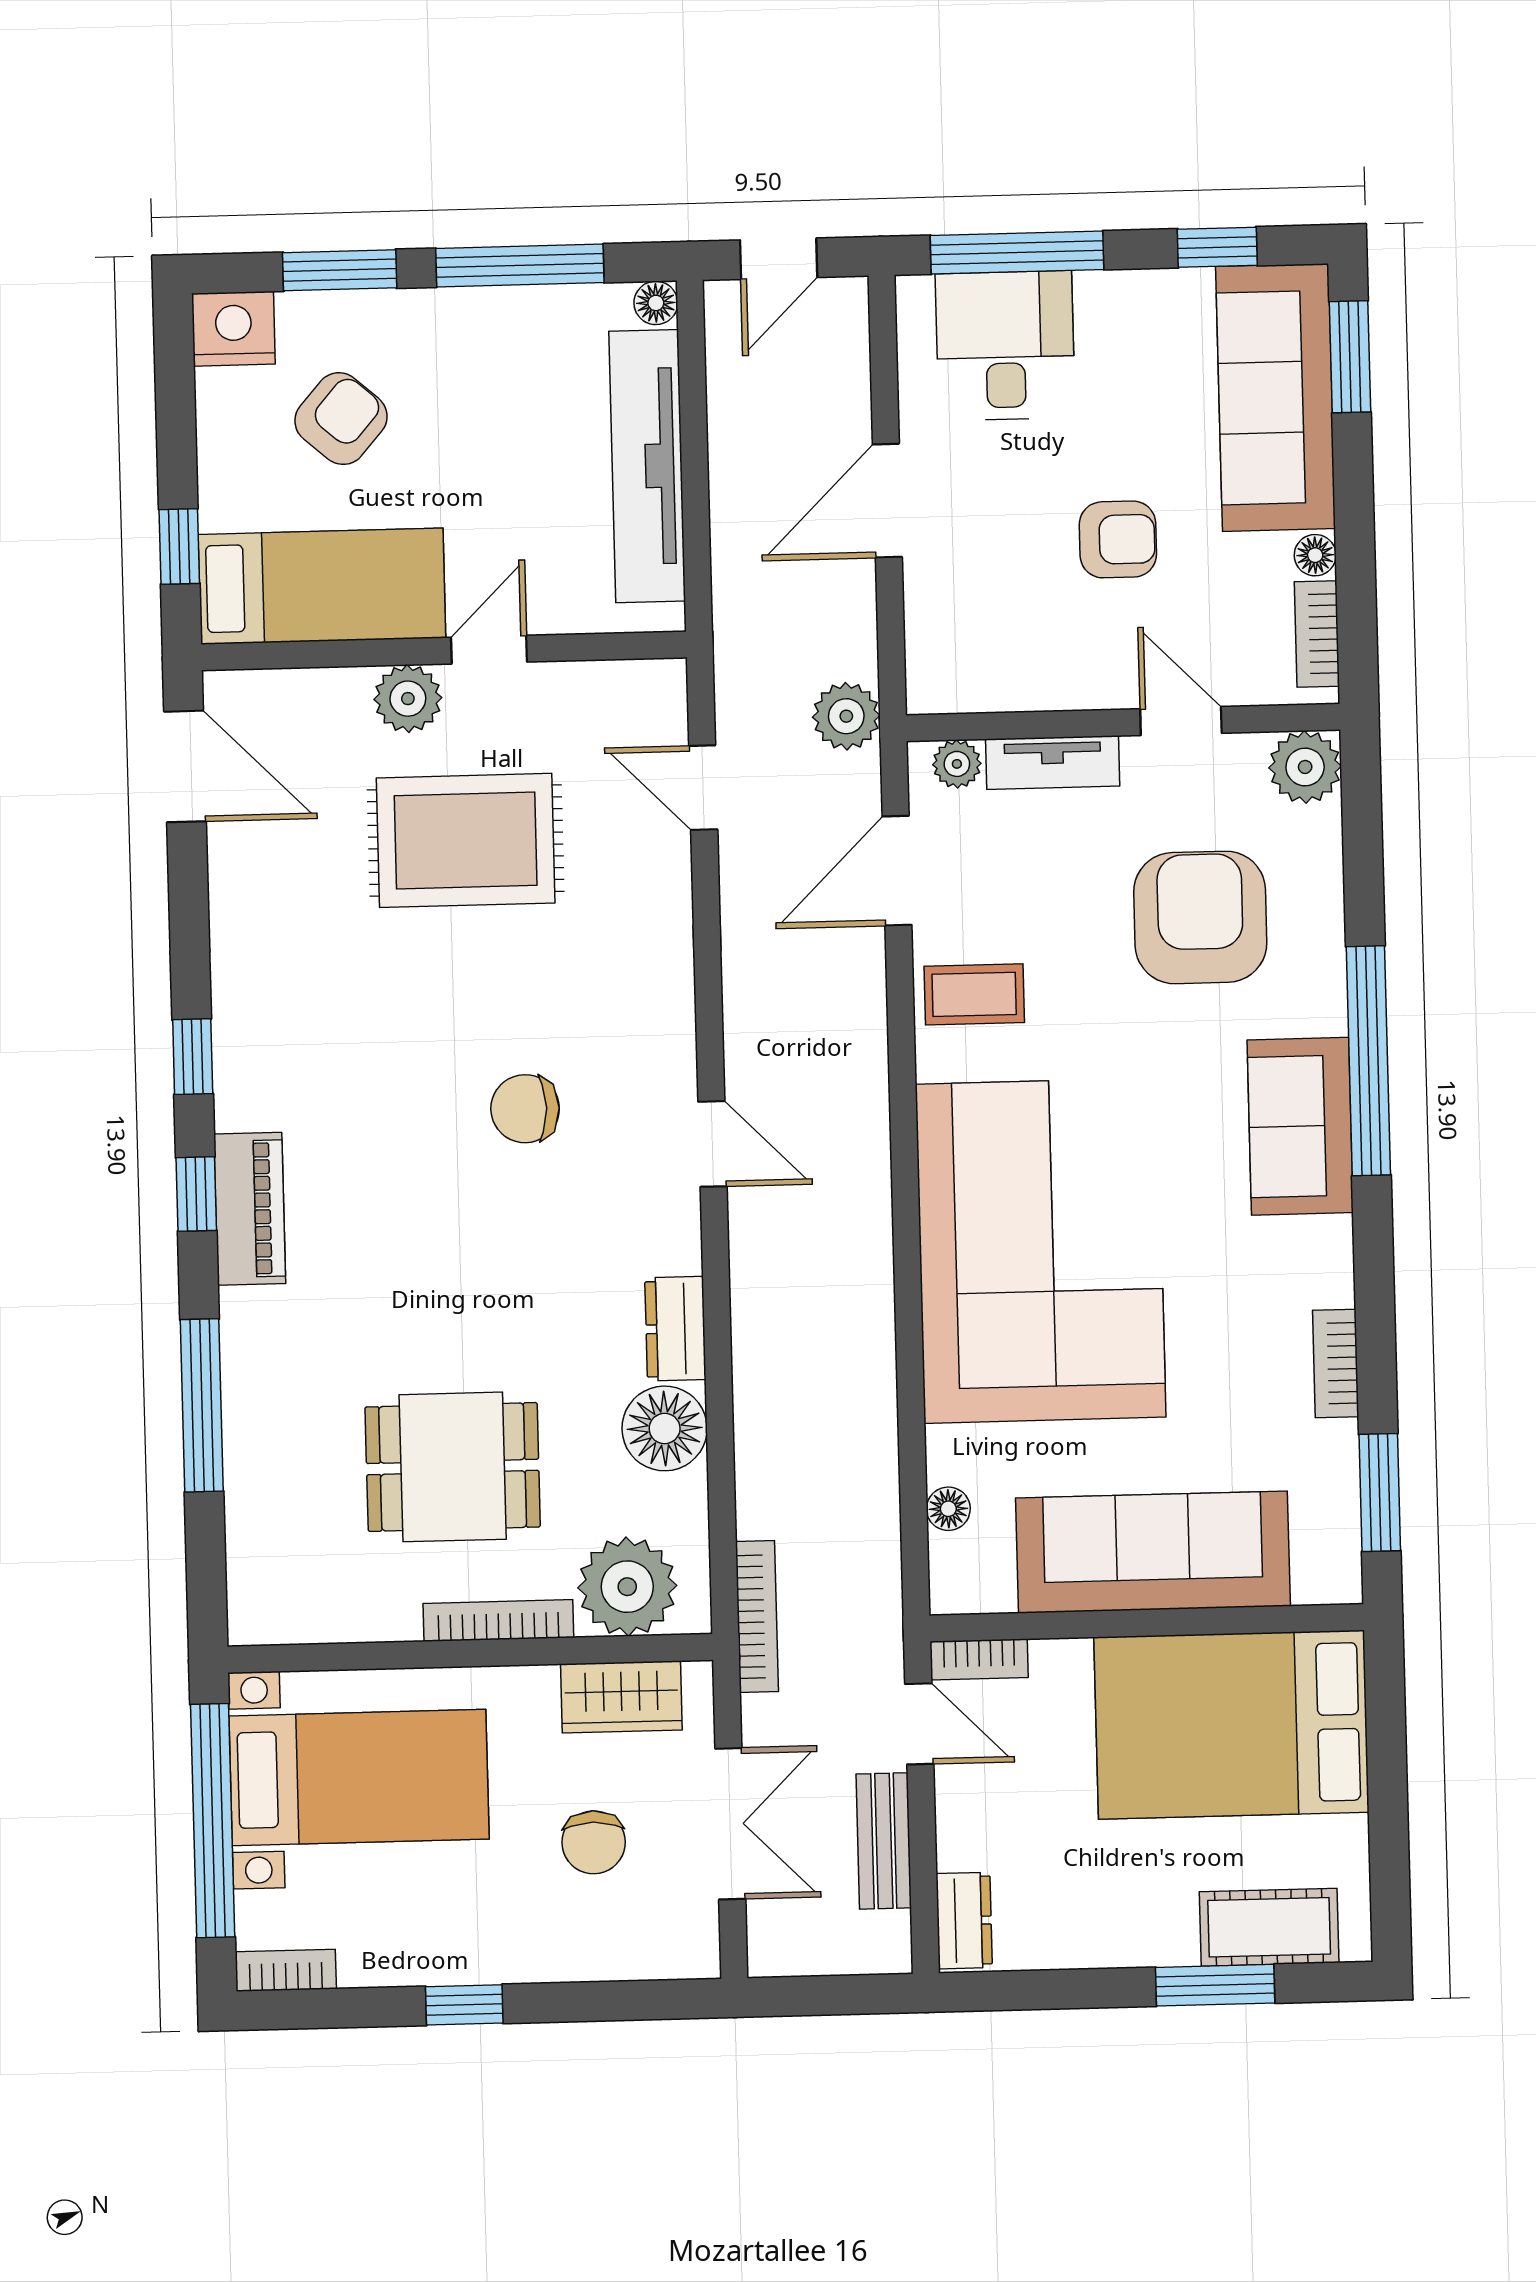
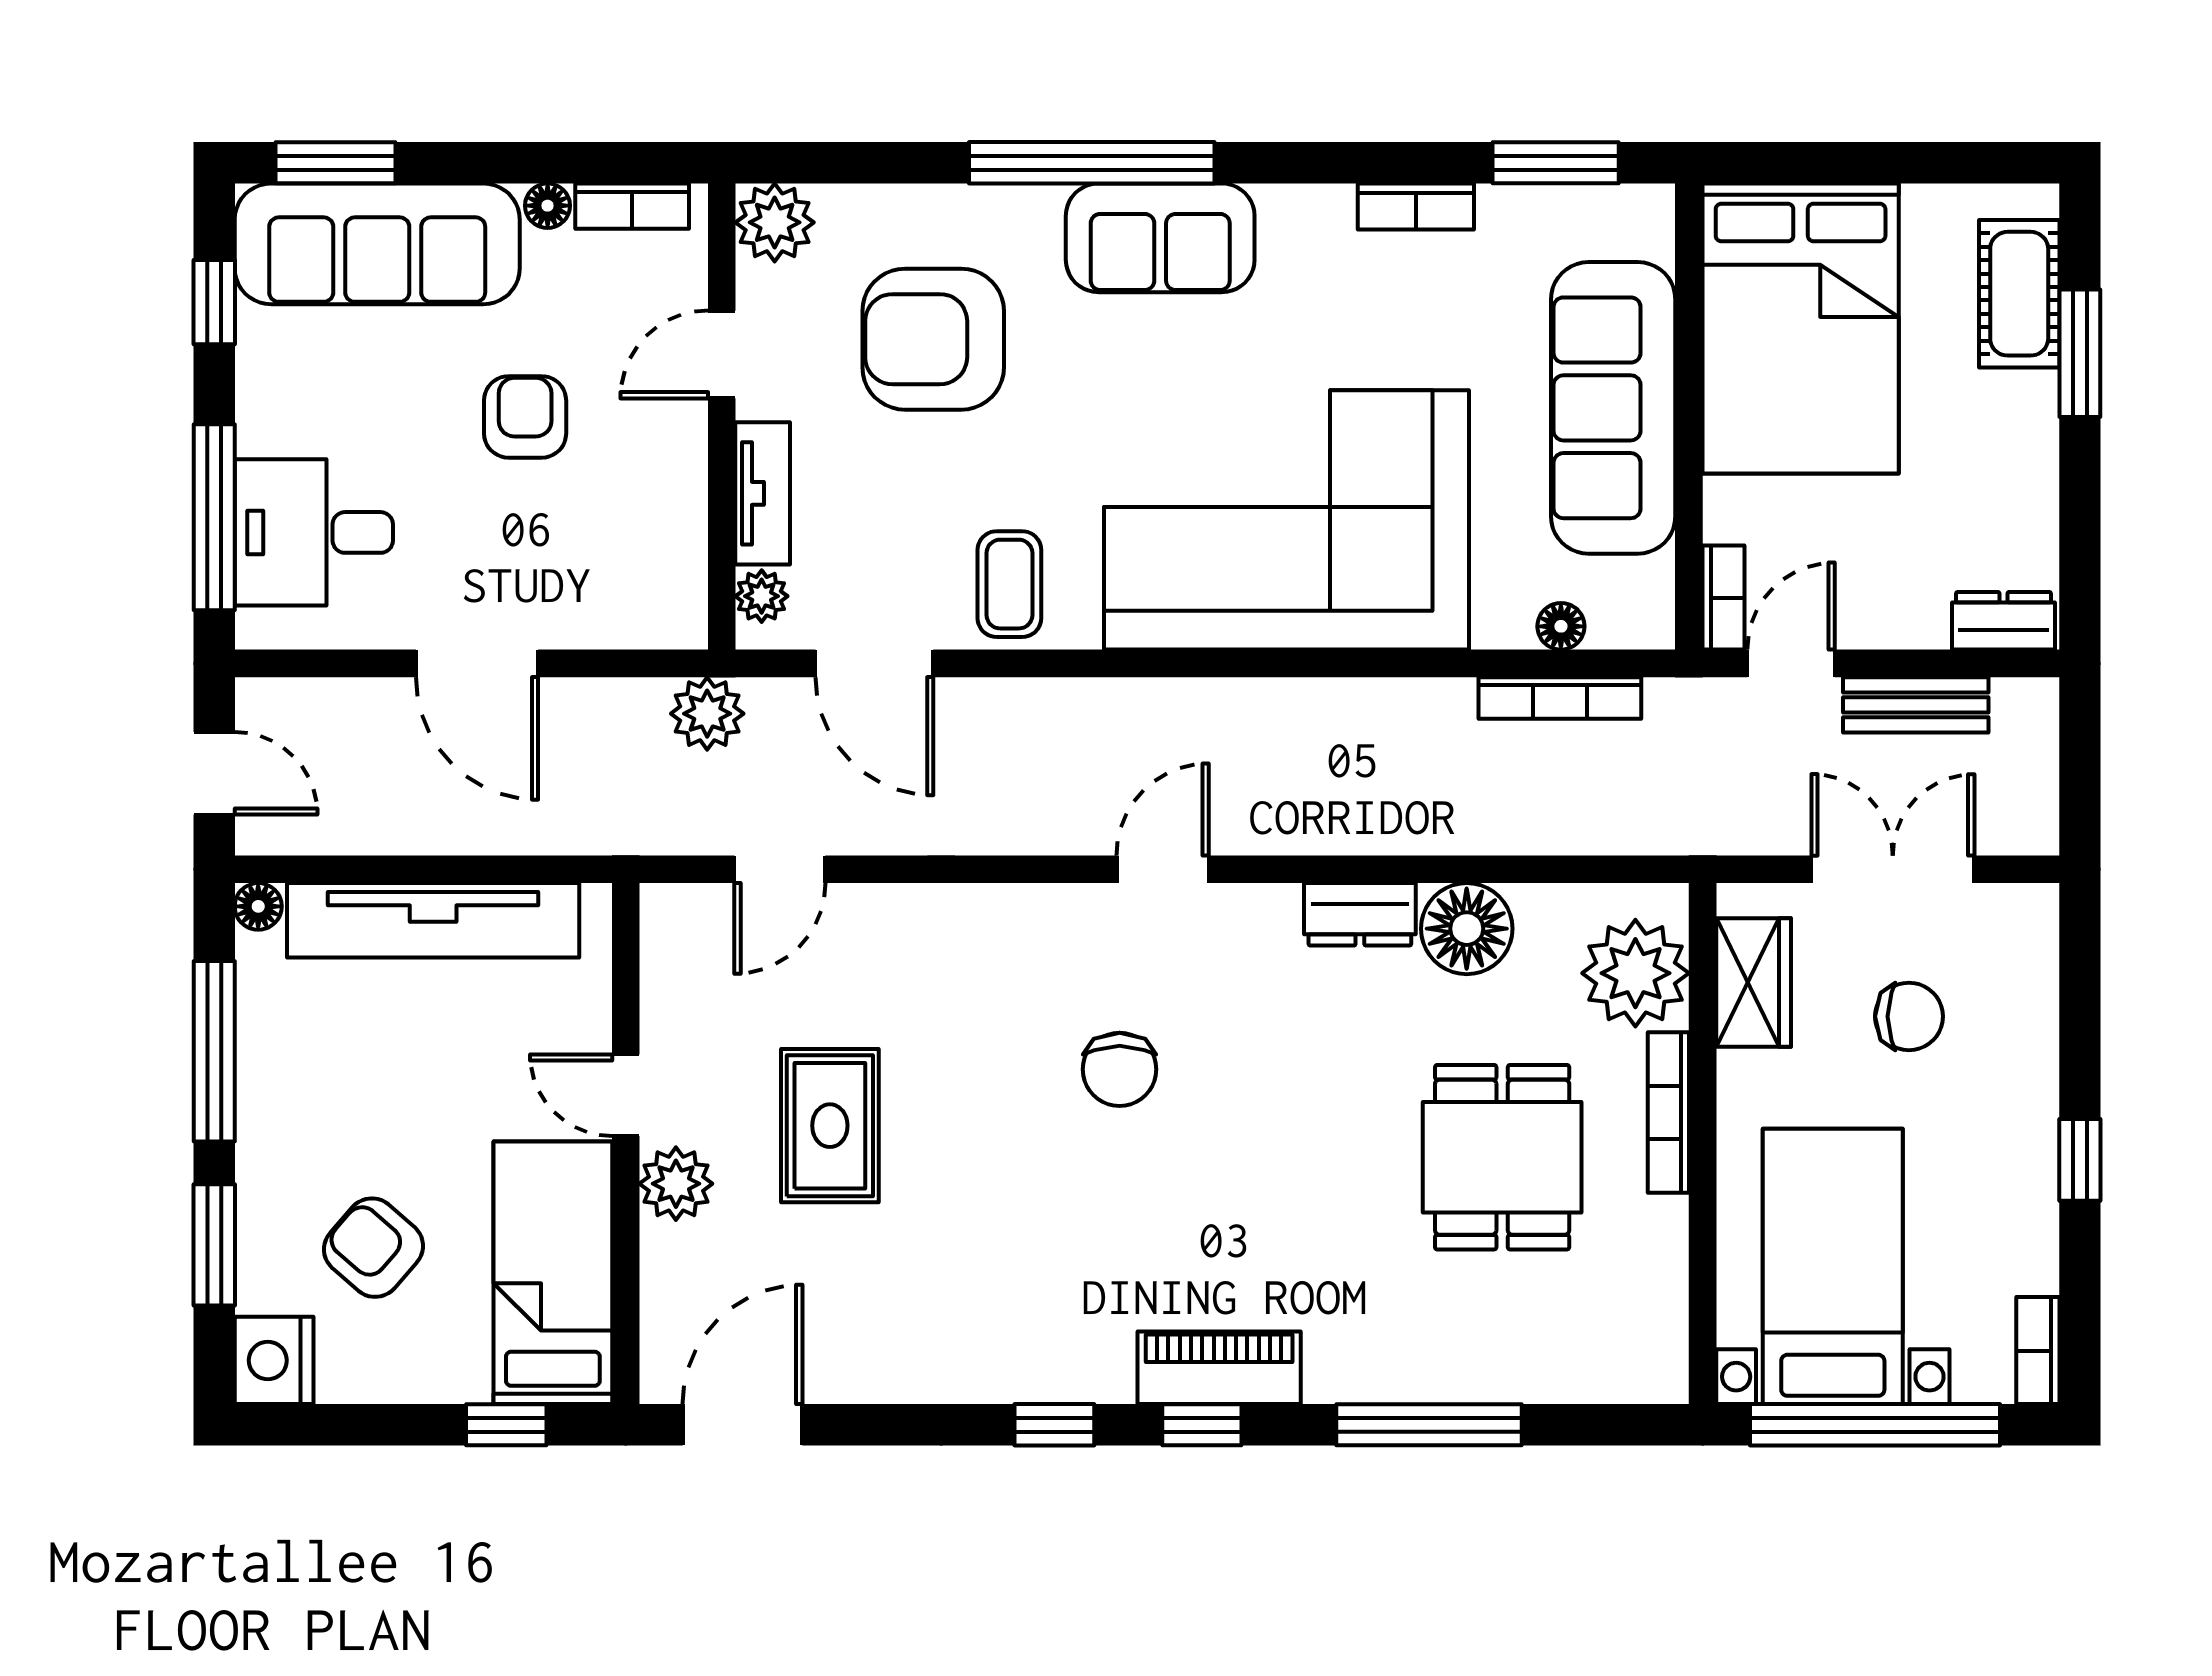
rug: (466, 840) -> (830, 1126), width x0.73, depth x0.70
bookcase: (757, 1616) -> (1560, 698), moved, turned 180

